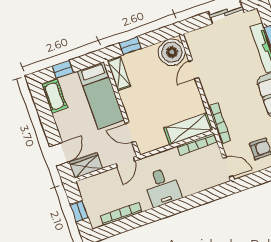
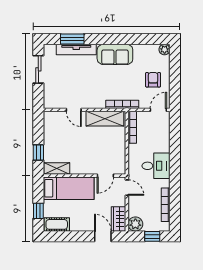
boiler: (172, 52) -> (55, 122), removed
shelving: (188, 129) -> (105, 119), moved, turned 90
plant: (87, 187) -> (135, 224), added

